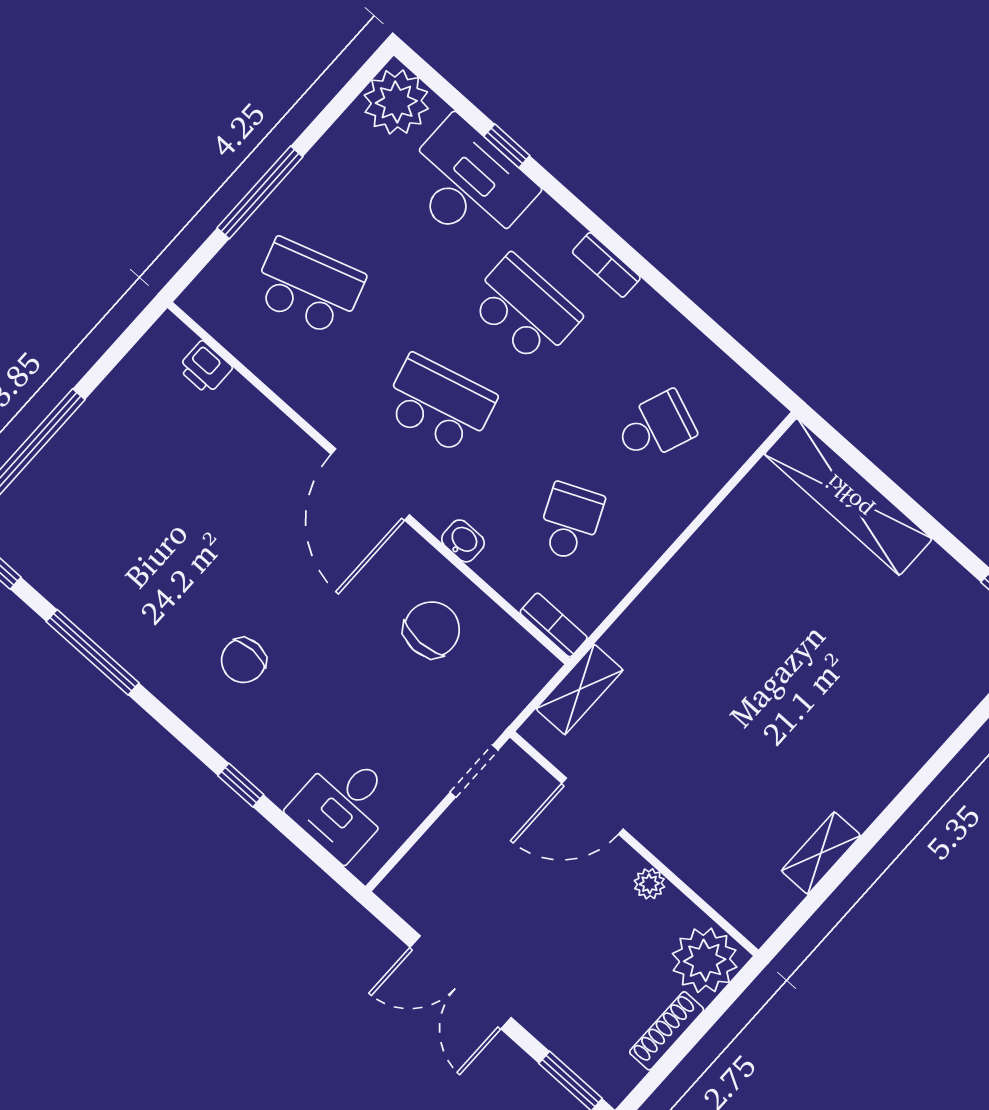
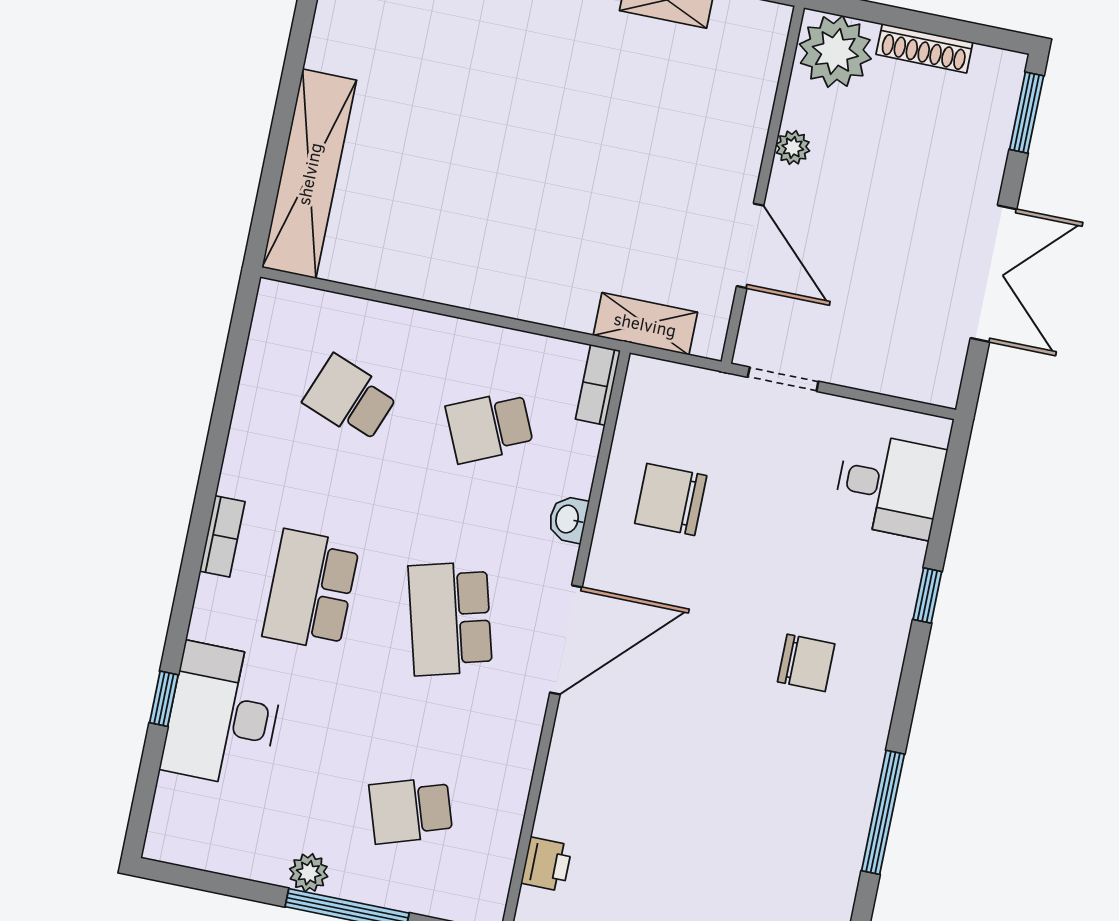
plant: (396, 102) -> (309, 873), moved, width x0.53, depth x0.53
school desk: (308, 287) -> (411, 810), width x0.54

